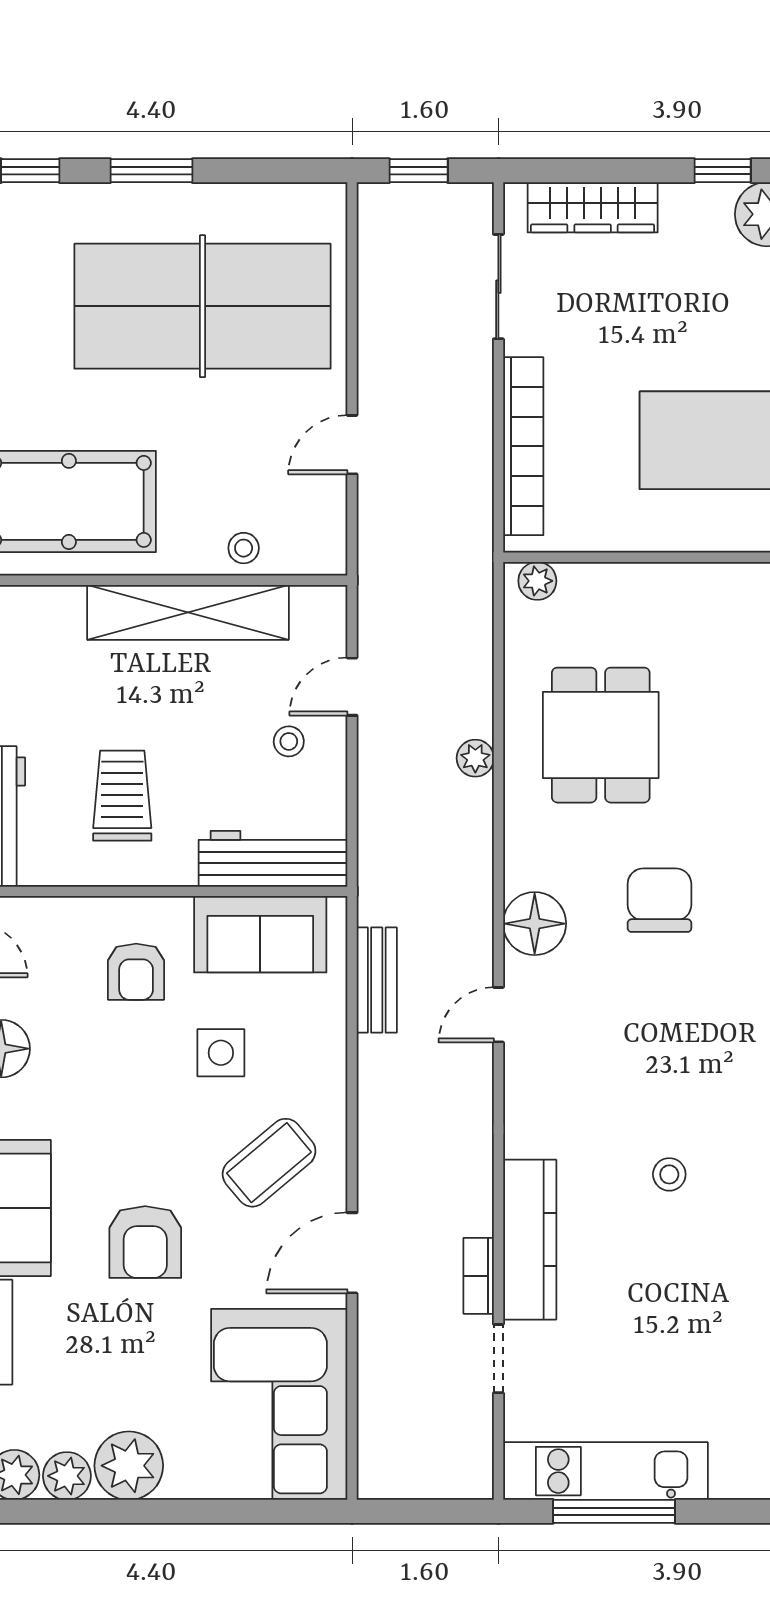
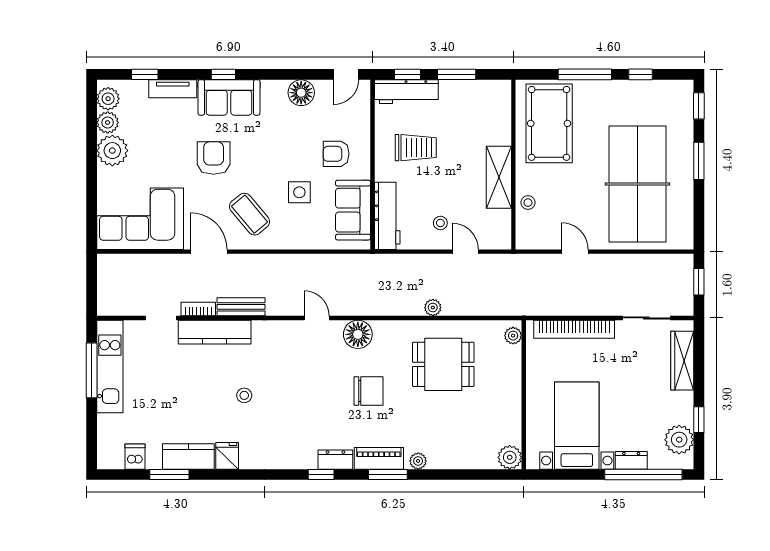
shelving: (188, 612) -> (499, 177), width x0.68
bench: (377, 980) -> (241, 307), moved
armchair: (145, 1242) -> (214, 158), turned 90

